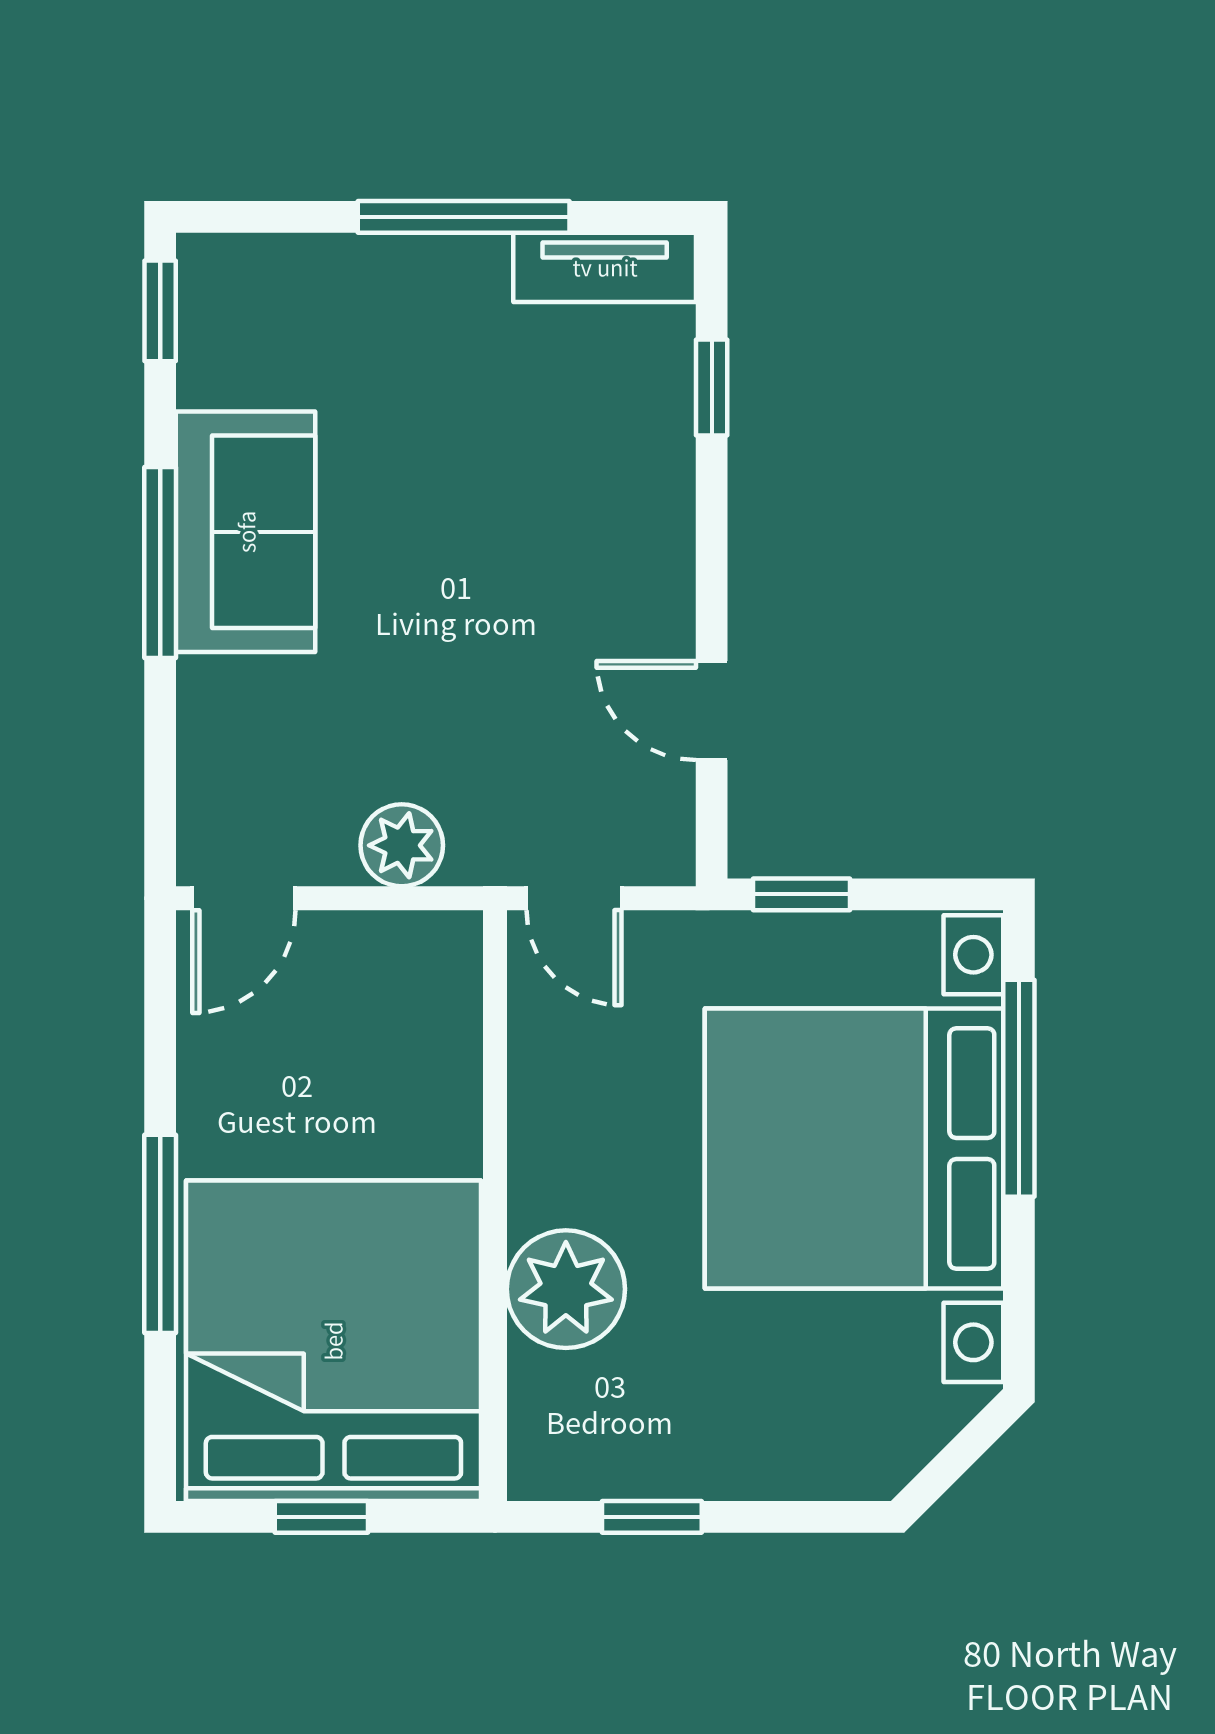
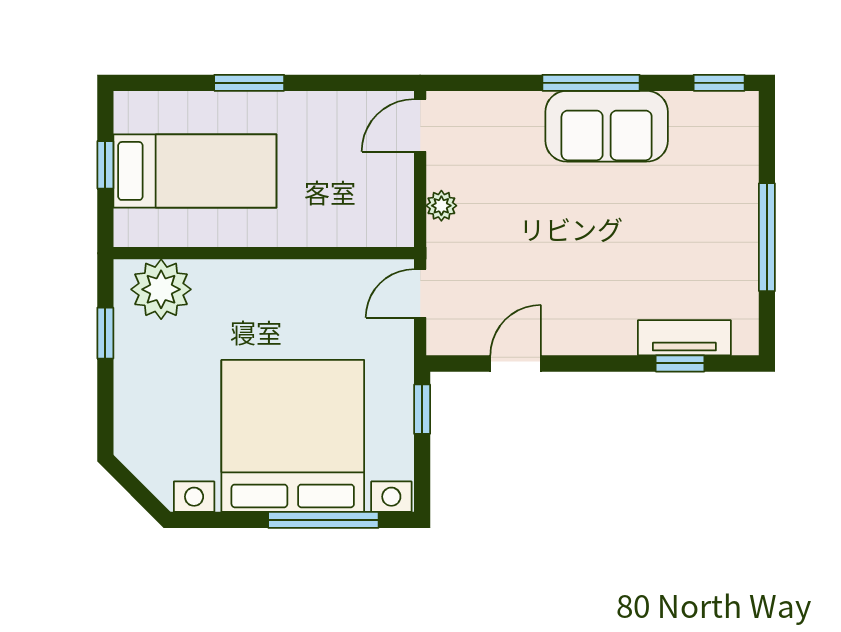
tv unit: (605, 267) -> (684, 338), moved, turned 90
plant: (402, 845) -> (441, 206), width x0.73, depth x0.73
door: (244, 898) -> (420, 125), hinge flipped
window: (160, 1234) -> (249, 83), width x0.69
plant: (566, 1289) -> (161, 289), moved
bed: (333, 1341) -> (195, 171), width x0.49

